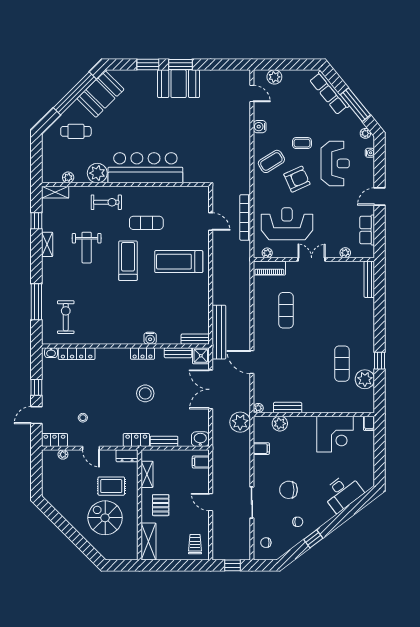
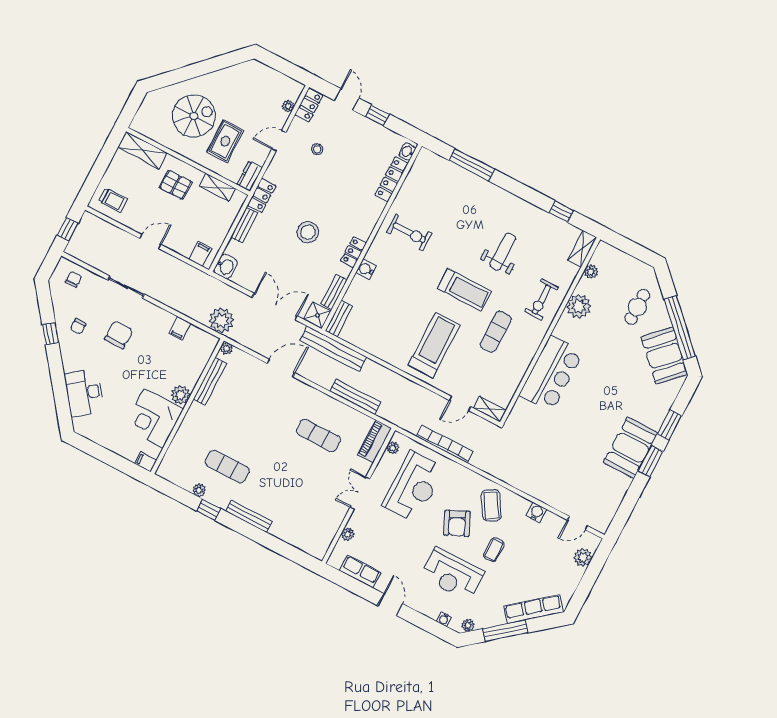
bar counter: (145, 168) -> (551, 374), width x0.73
shelving: (47, 244) -> (490, 409), moved
weight bench: (87, 248) -> (503, 252), turned 90
double door: (312, 259) -> (360, 493), swing flipped
bench: (369, 279) -> (249, 516), moved
bench: (245, 298) -> (355, 397), added
exercise bike: (66, 317) -> (409, 233), moved
plant: (365, 379) -> (199, 490), width x0.53, depth x0.53
bench: (288, 408) -> (210, 381), width x1.36
plant: (280, 424) -> (180, 395), moved

